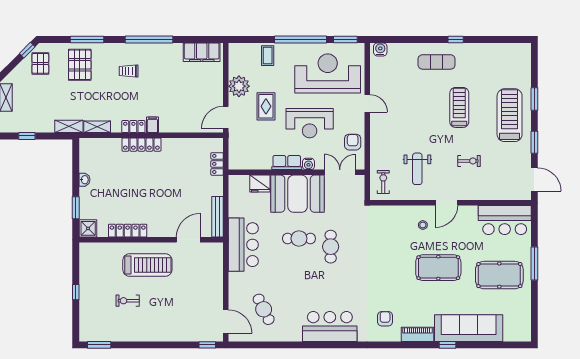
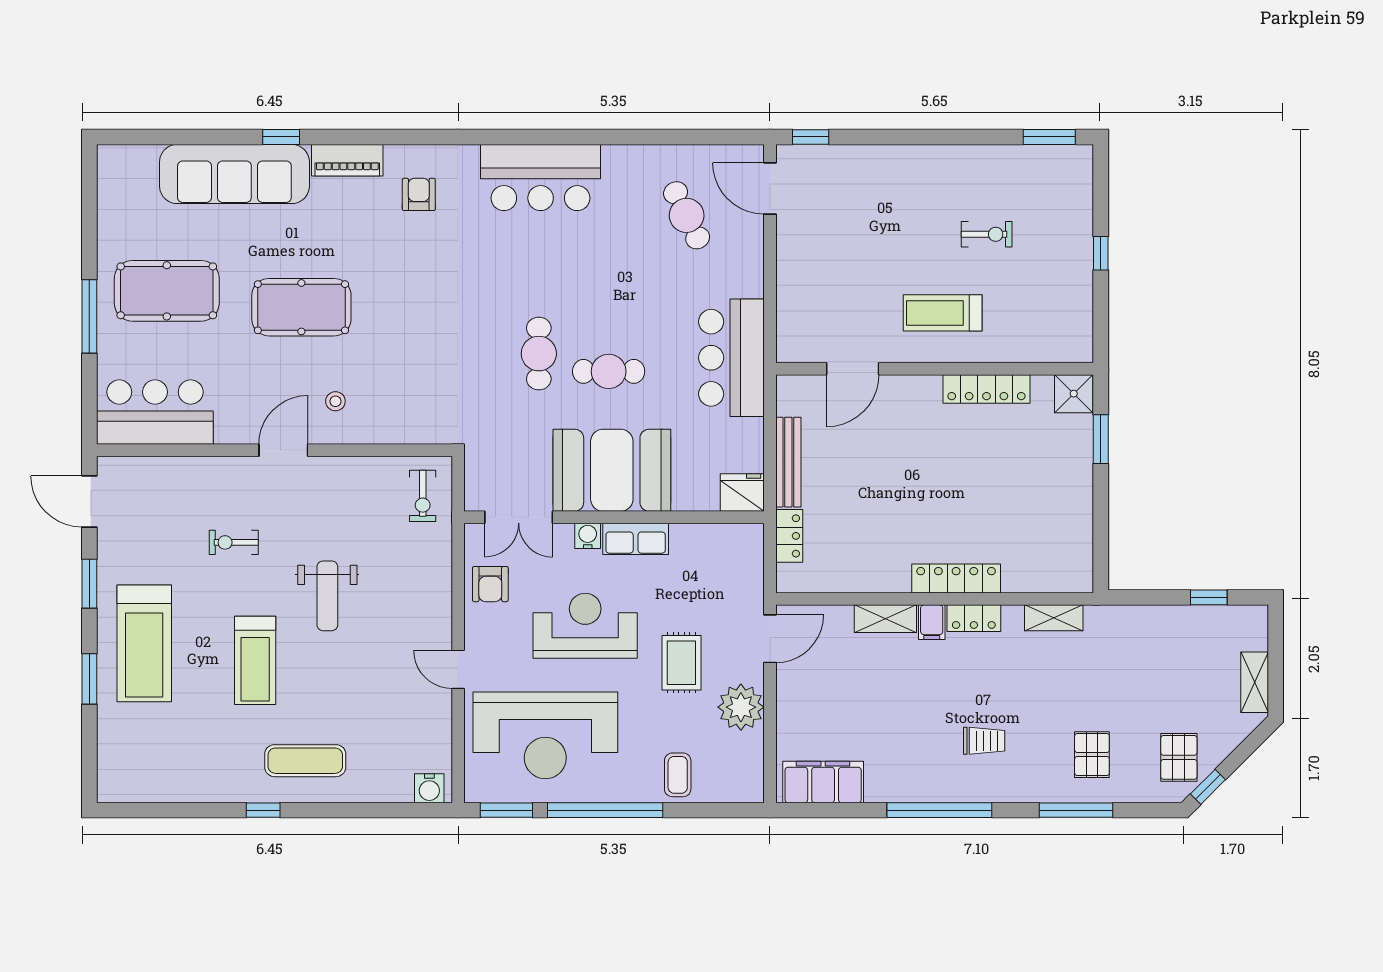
pallet: (80, 65) -> (1092, 755), width x0.67, depth x0.71
shelving: (69, 126) -> (885, 619), moved
weight bench: (417, 169) -> (327, 596), moved, turned 180
washbasin: (84, 180) -> (1082, 501), removed
fridge: (260, 184) -> (742, 493), moved
bench: (217, 217) -> (788, 462), moved
treadmill: (147, 265) -> (943, 313), width x0.73, depth x0.73
armchair: (385, 319) -> (419, 194), turned 180

